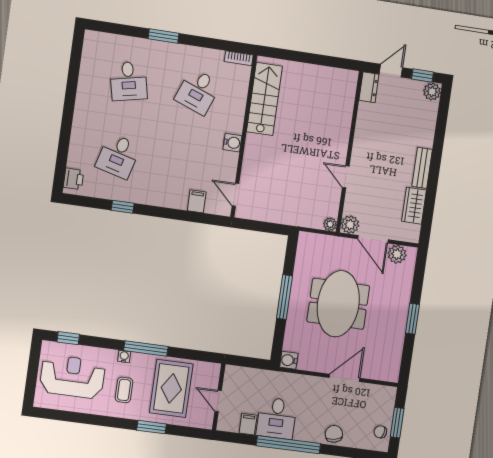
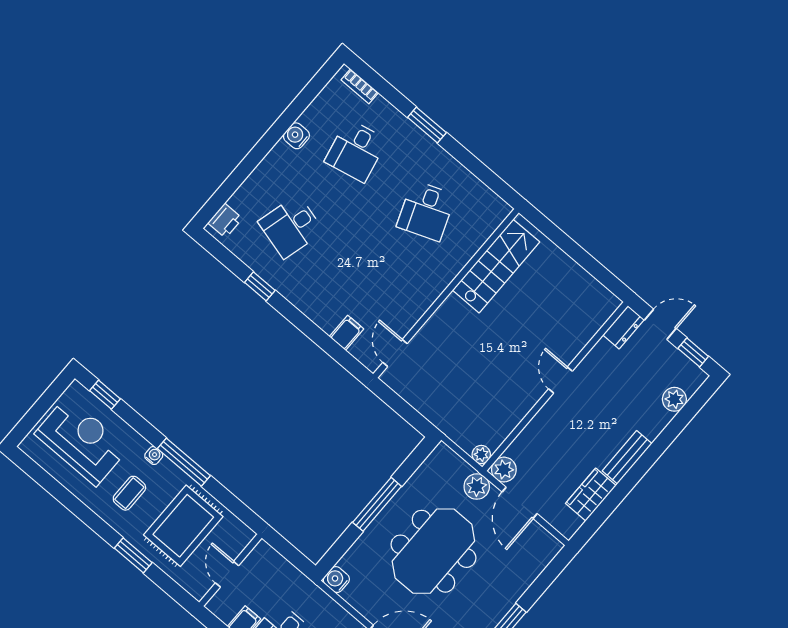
bookcase: (239, 58) -> (360, 86), moved
desk: (198, 91) -> (426, 211), turned -42
plant: (432, 92) -> (674, 399), moved
water cooler: (232, 143) -> (296, 136), moved, turned 180
door: (346, 177) -> (560, 380), moved
plant: (397, 254) -> (477, 487), moved

